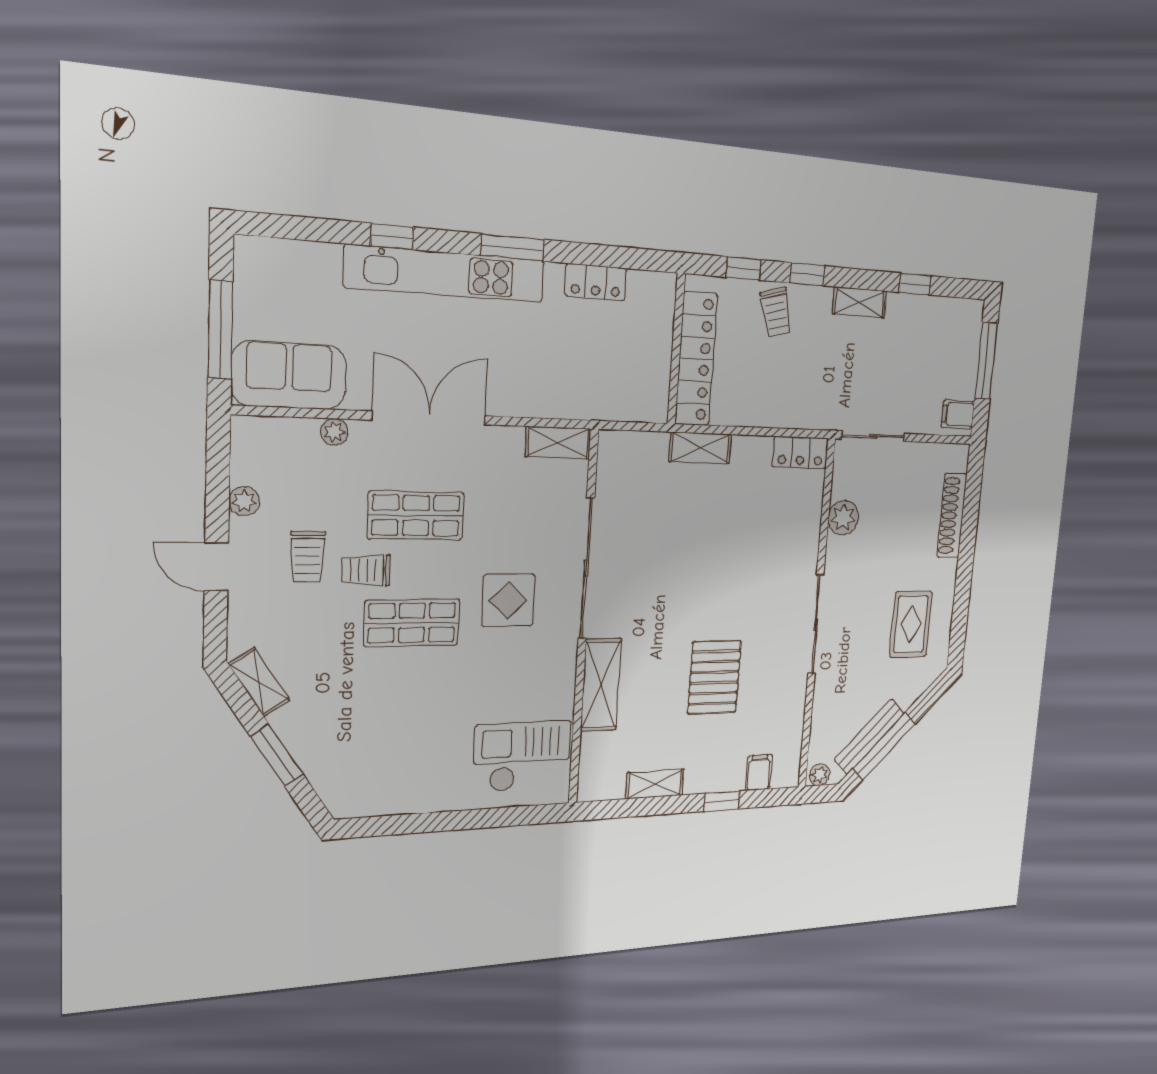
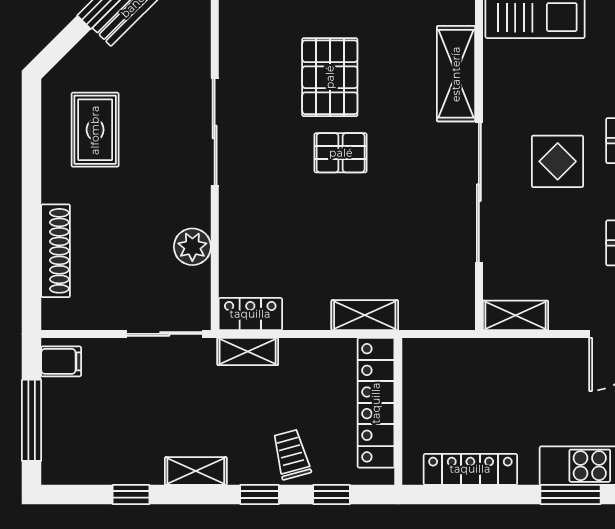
locker: (596, 282) -> (470, 469), width x1.53
shelving: (806, 416) -> (248, 352), added
pallet: (710, 606) -> (341, 153), added

